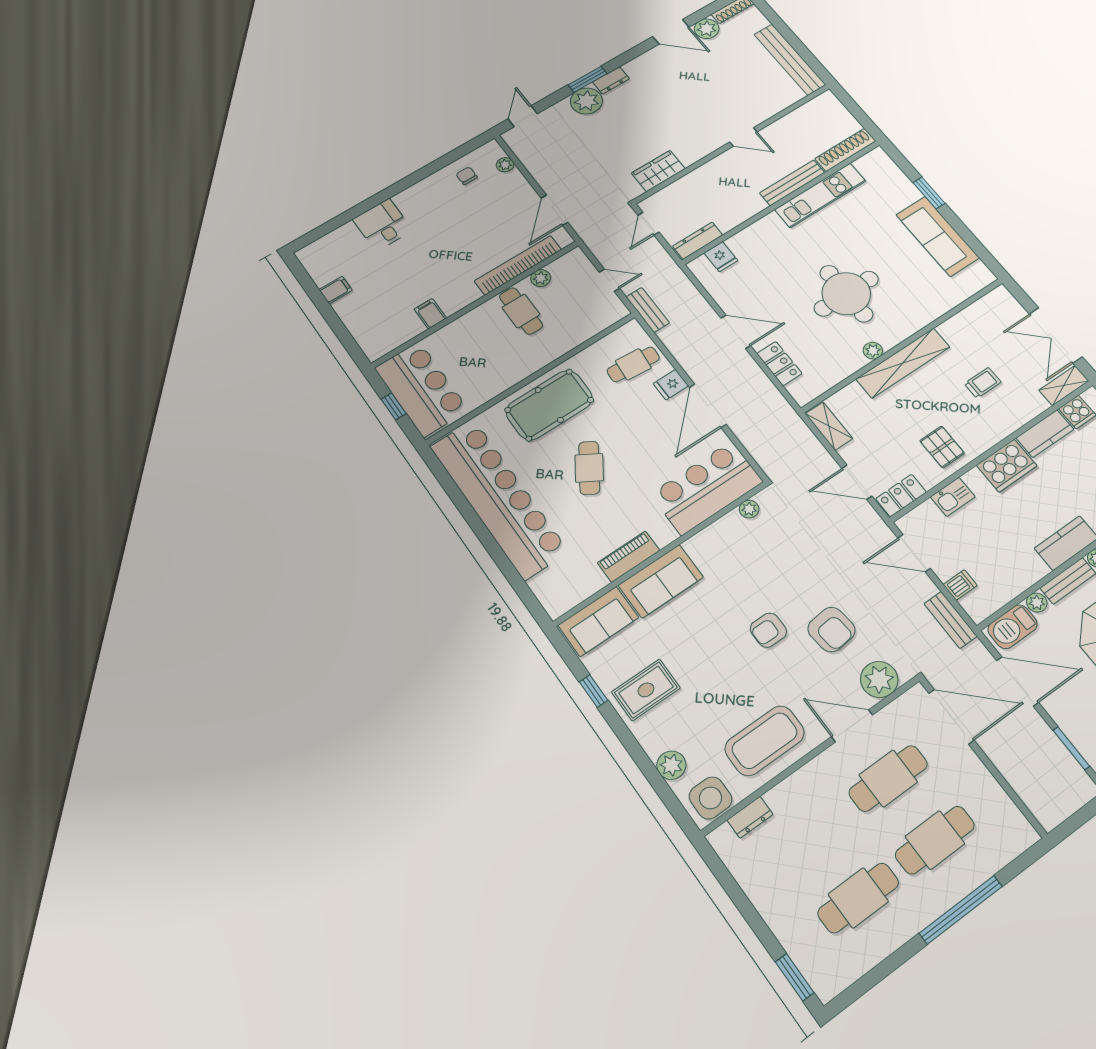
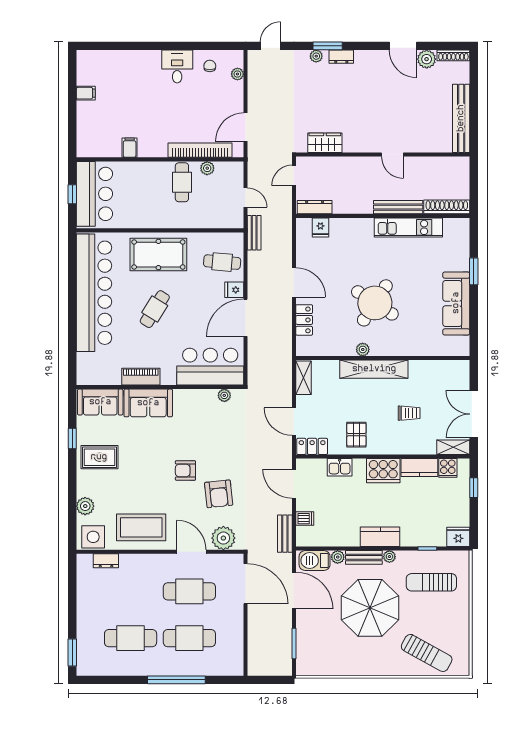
plant: (586, 101) -> (316, 56), width x0.53, depth x0.53
desk: (383, 225) -> (177, 66), moved
round table: (846, 294) -> (375, 303), turned 33

